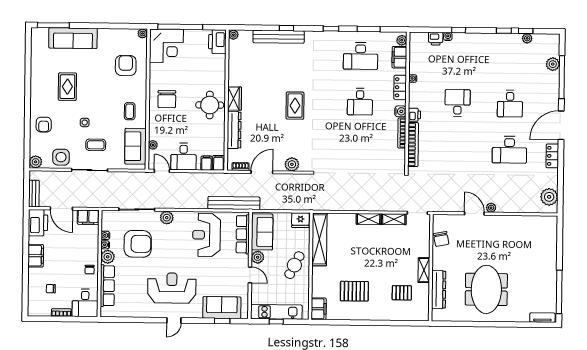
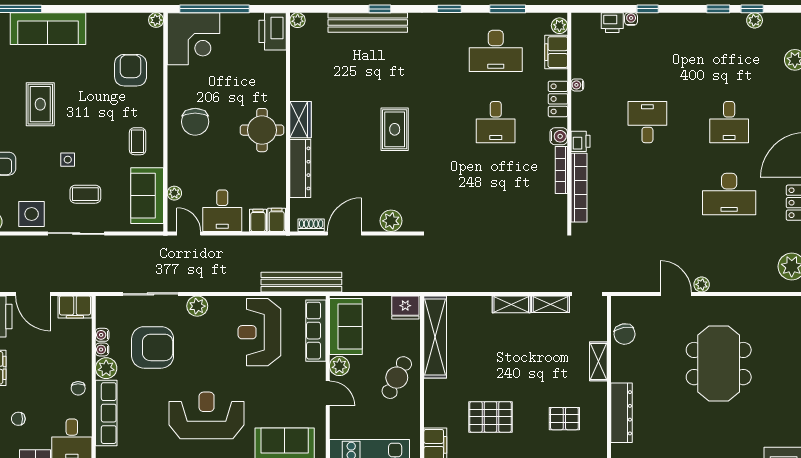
shelving: (424, 270) -> (598, 361), moved
meeting table: (486, 289) -> (719, 364), moved

